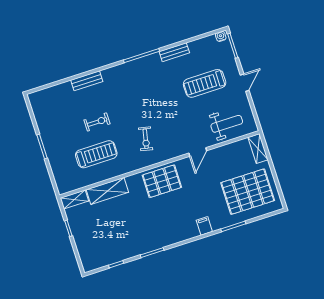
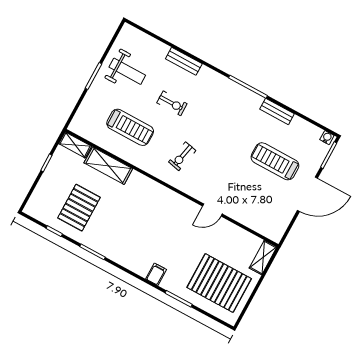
door: (245, 83) -> (307, 194), width x1.87
exercise bike: (97, 122) -> (172, 103), moved
weight bench: (227, 124) -> (127, 71), moved
pallet: (162, 181) -> (79, 208), moved, turned 90

